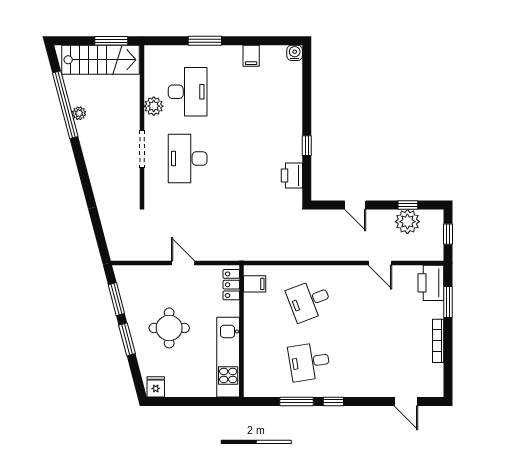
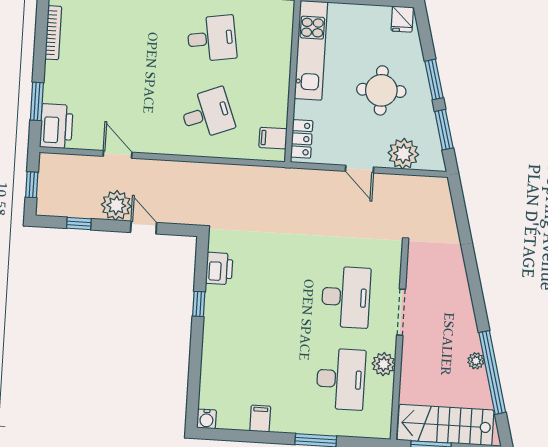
desk: (188, 92) -> (341, 379), turned 180
plant: (407, 222) -> (116, 205), moved
plant: (148, 278) -> (403, 154), added
bookcase: (438, 341) -> (53, 33), moved

